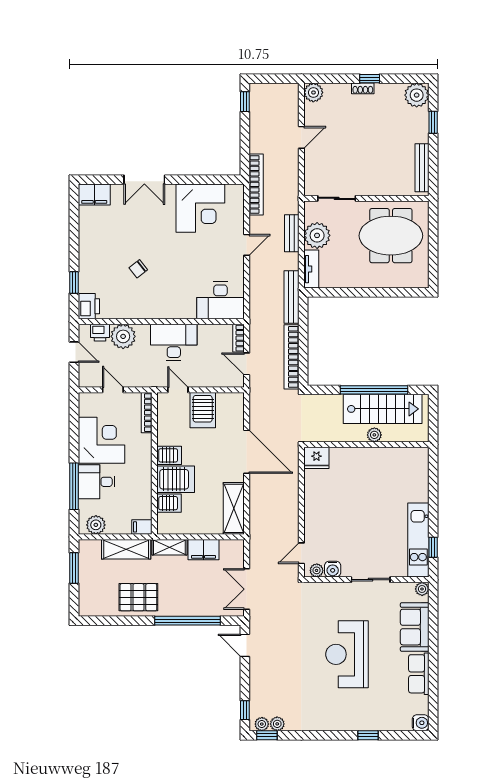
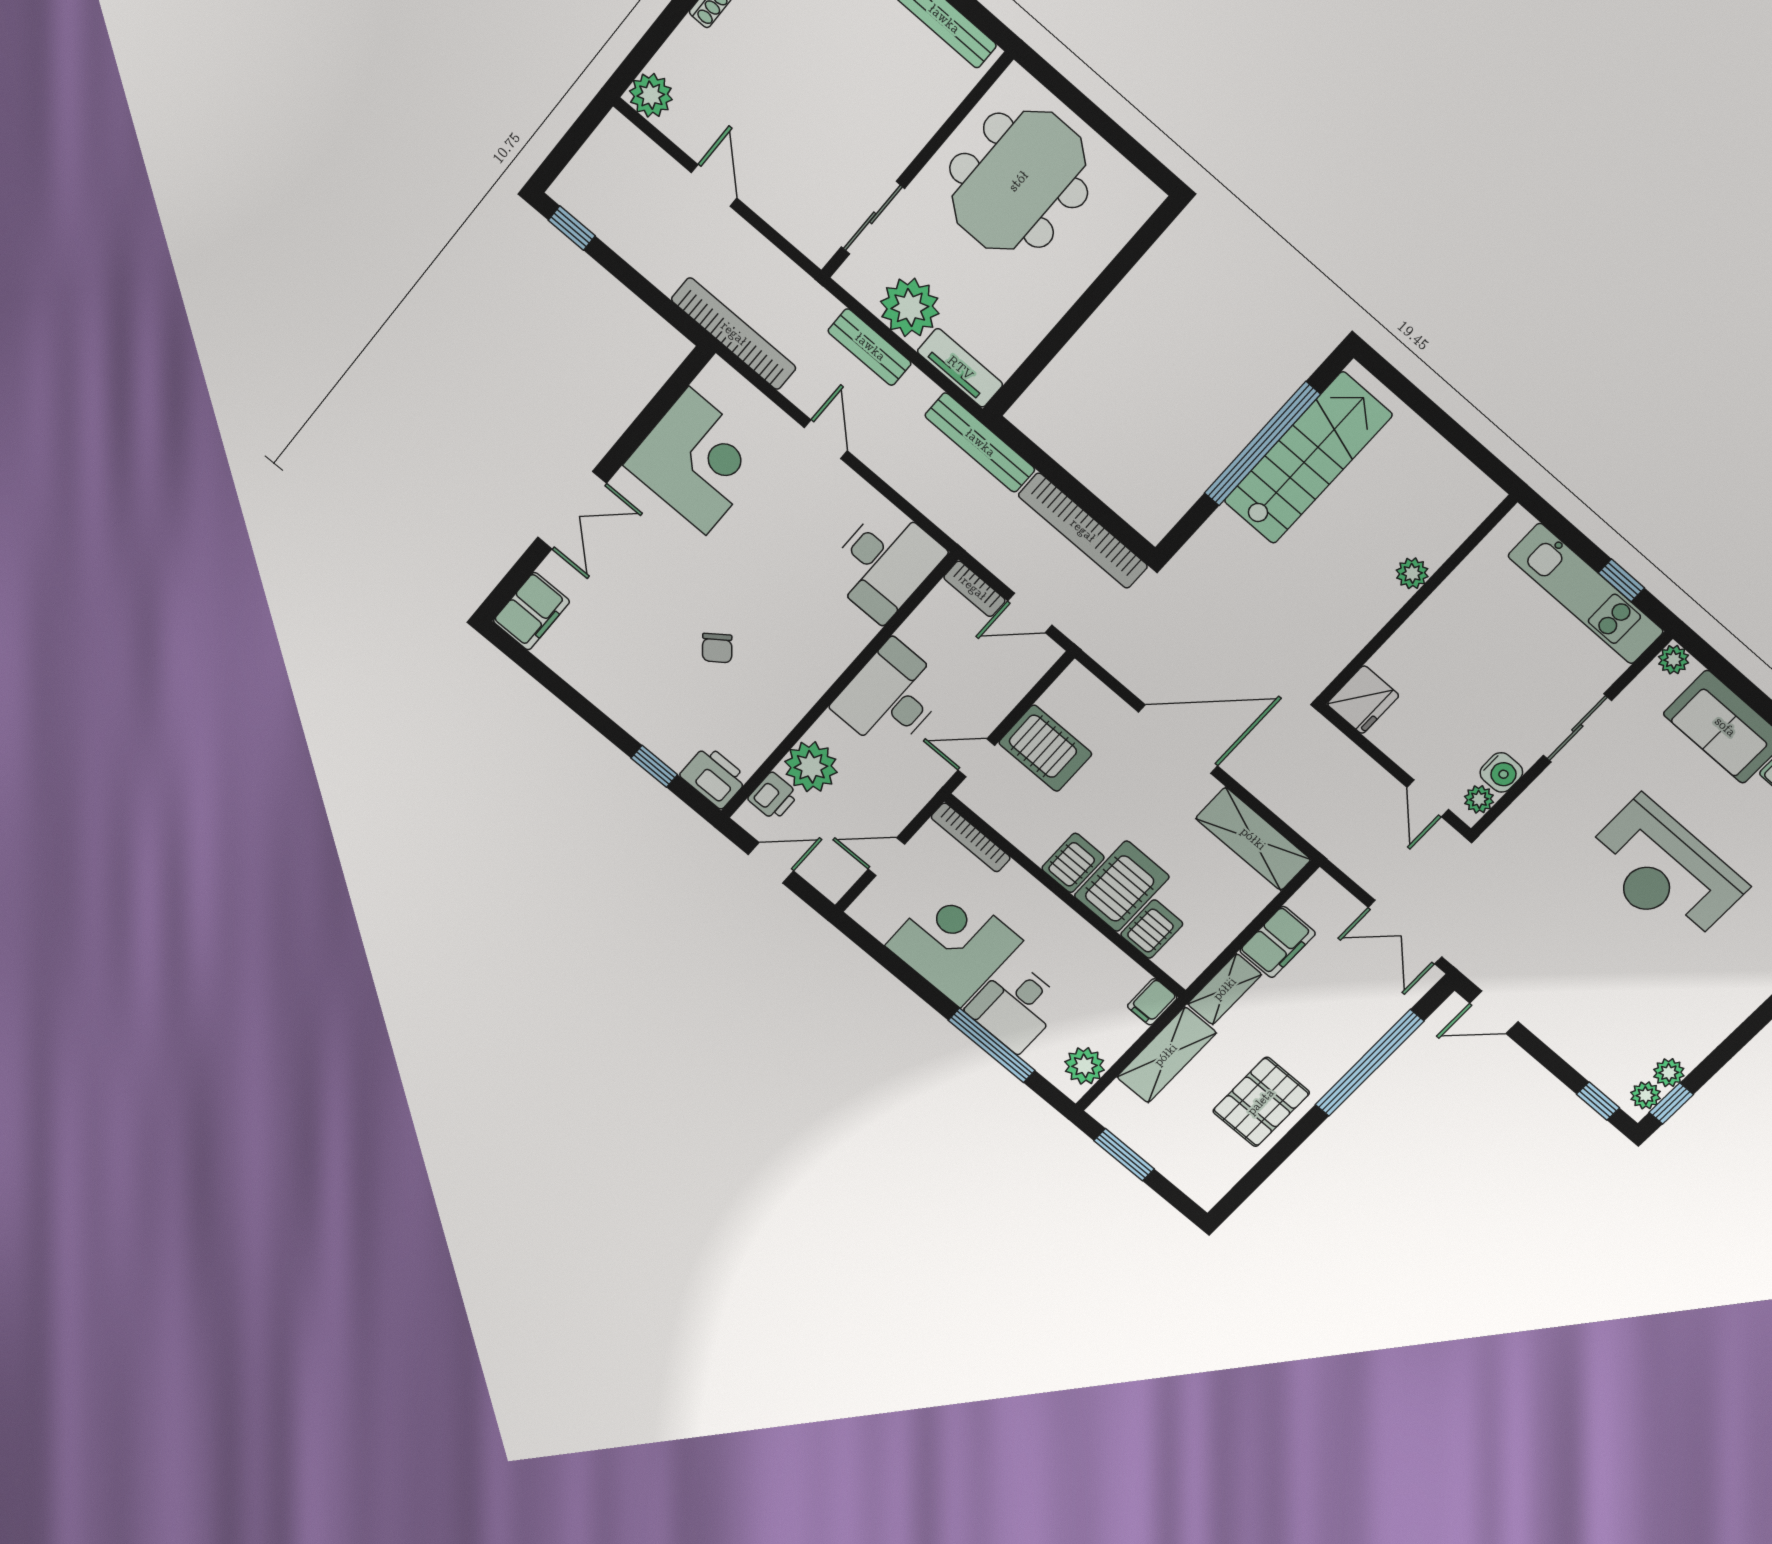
plant: (374, 435) -> (1412, 573), moved
wall: (366, 445) -> (1416, 601), moved
fridge: (316, 458) -> (1363, 700), moved

